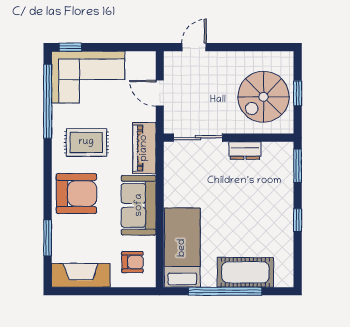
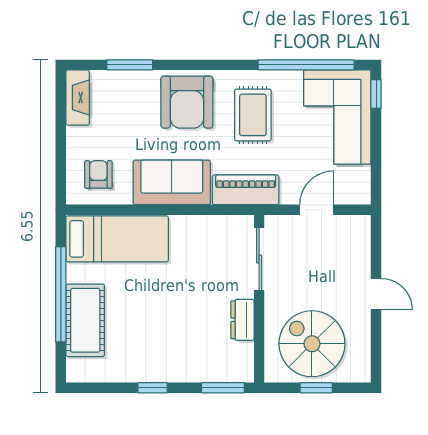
door: (194, 47) -> (376, 294), moved
armchair: (132, 262) -> (98, 174), turned 180
fireplace: (81, 275) -> (78, 98), width x0.73, depth x0.76

